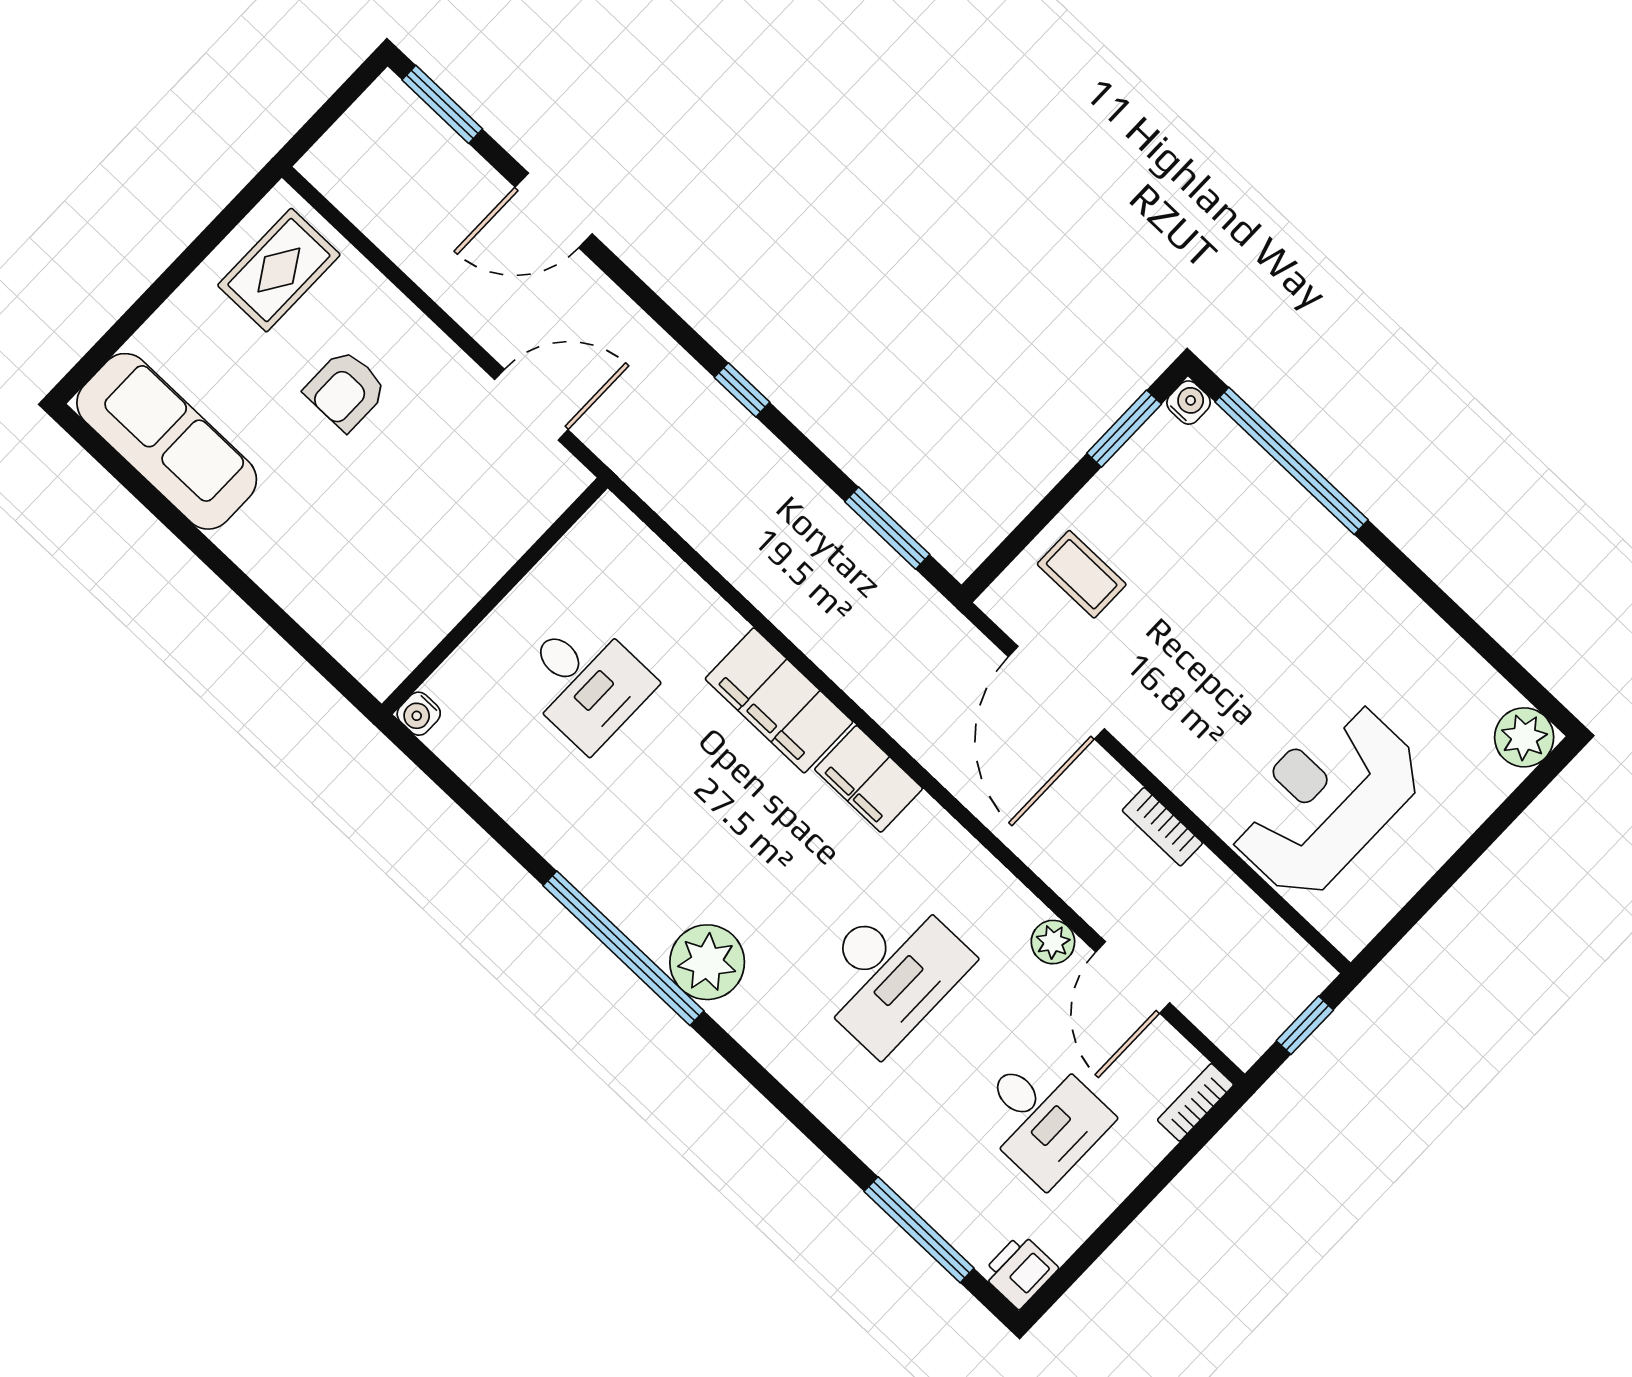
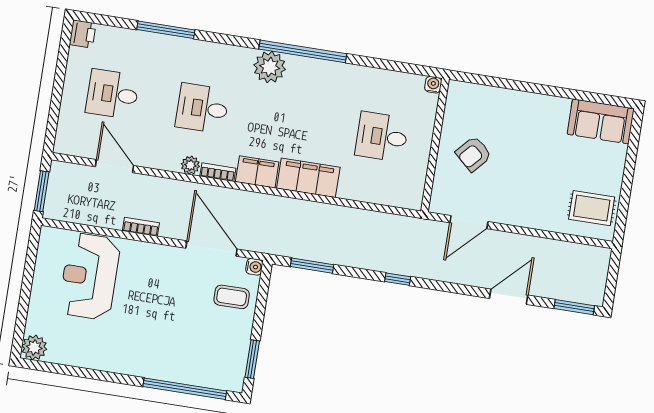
rug: (279, 270) -> (592, 208), turned 90
armchair: (346, 390) -> (474, 154), moved, turned -138
water cooler: (1189, 403) -> (254, 267), moved, turned -90
sofa: (167, 441) -> (601, 121), width x0.73
reception desk: (1325, 800) -> (90, 276), turned 180
plant: (1053, 942) -> (190, 165), moved
desk: (890, 972) -> (202, 108), width x0.73
window: (1305, 1025) -> (42, 191), width x1.50
bookcase: (1196, 1102) -> (218, 172), moved, turned -90
window: (919, 1230) -> (166, 30), moved

